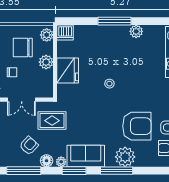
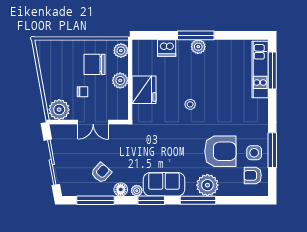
plant: (136, 31) -> (198, 47), moved
dishwasher: (65, 32) -> (167, 48), moved
rug: (52, 121) -> (127, 145), removed

